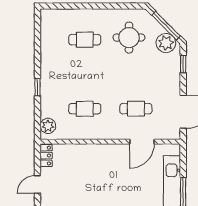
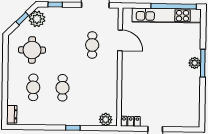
dresser: (53, 15) -> (12, 114), added
window: (166, 26) -> (22, 19), width x0.46
cafe table: (85, 109) -> (62, 88), moved

